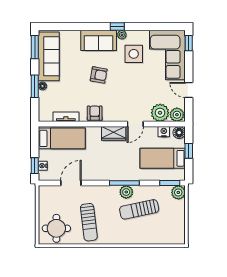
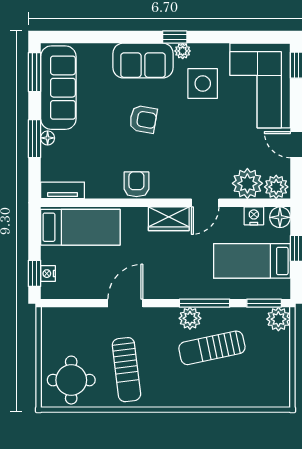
tv unit: (66, 117) -> (63, 190), moved
door: (71, 183) -> (125, 303), moved
window: (124, 183) -> (205, 303), moved

